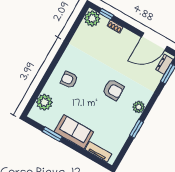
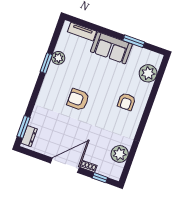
plant: (92, 18) -> (120, 154), moved
door: (154, 42) -> (65, 165), moved
armchair: (69, 80) -> (126, 102), turned 96
plant: (139, 107) -> (58, 58), moved

